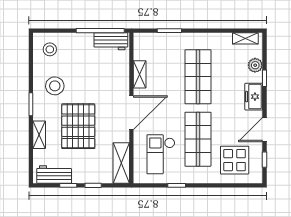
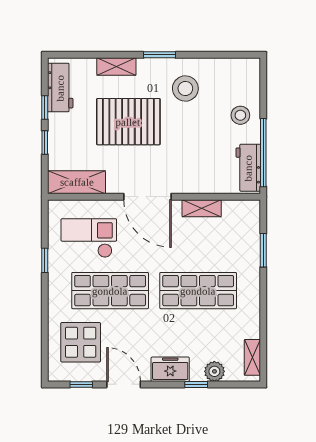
stool: (50, 49) -> (240, 115), moved

